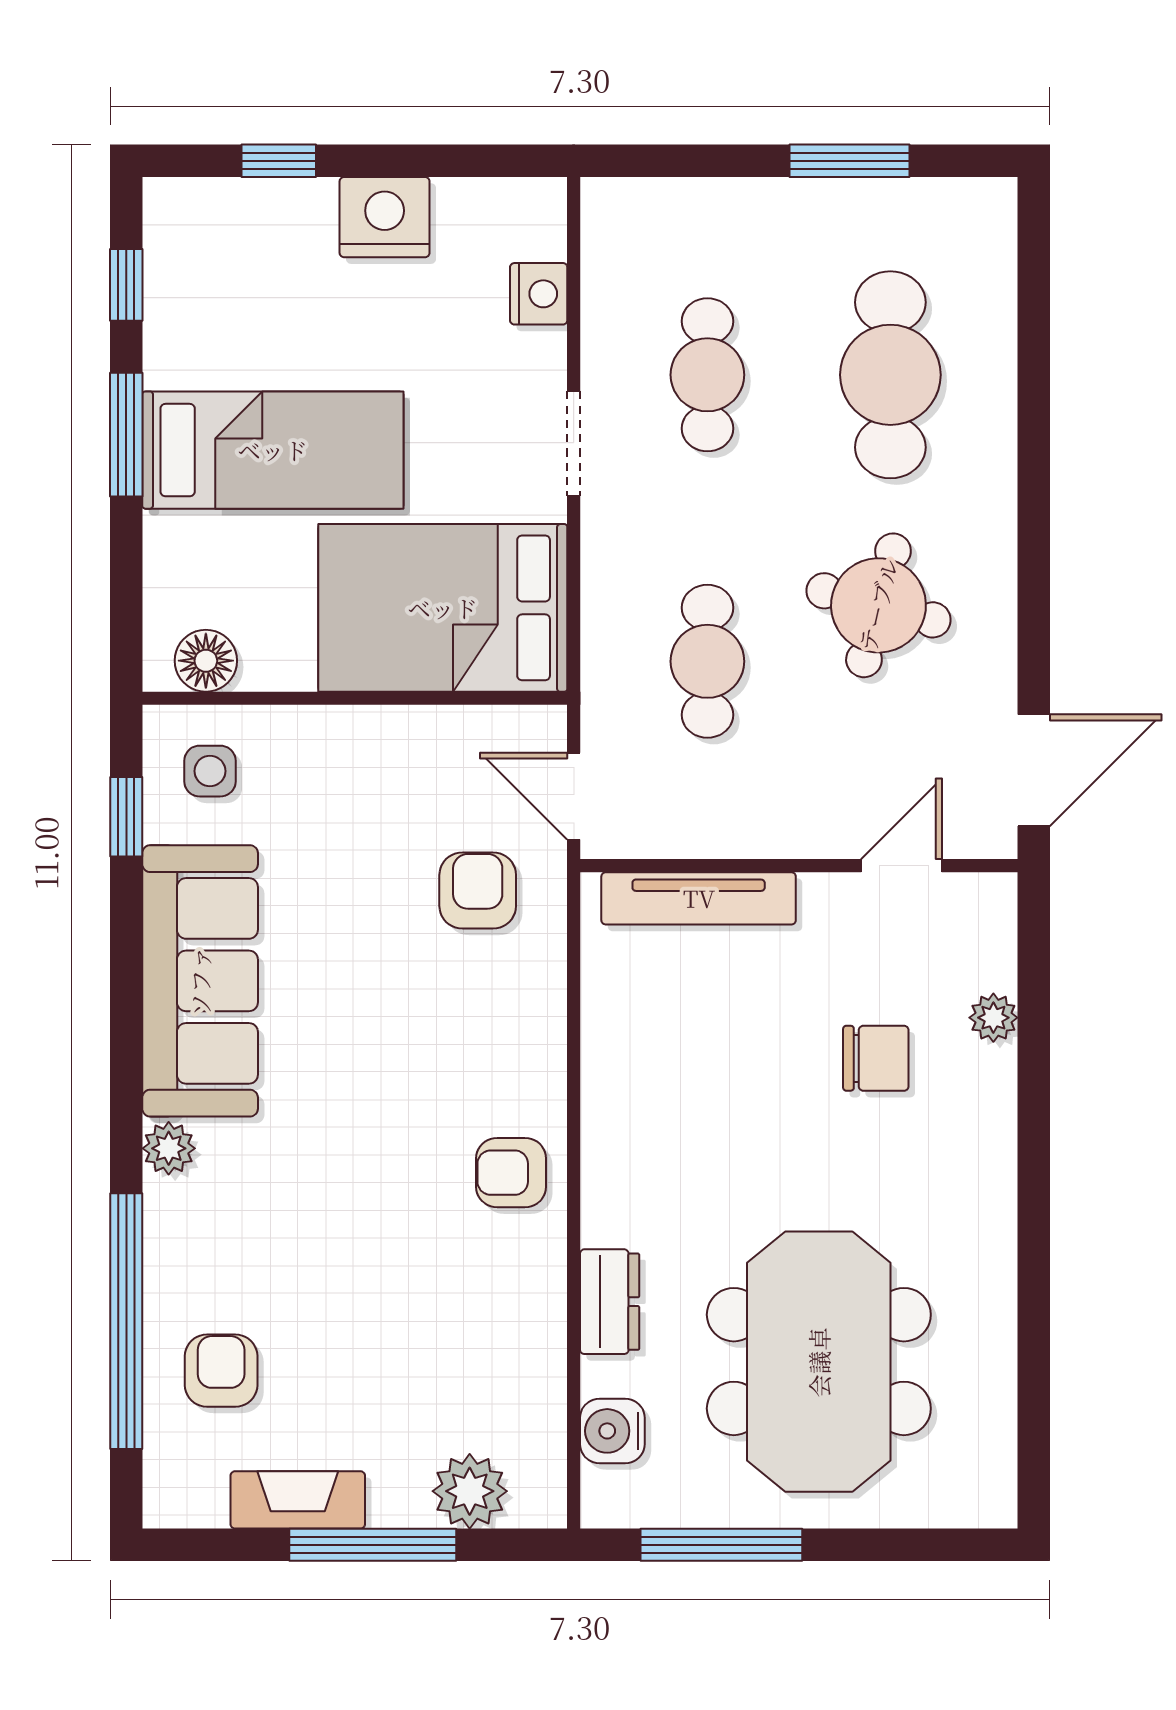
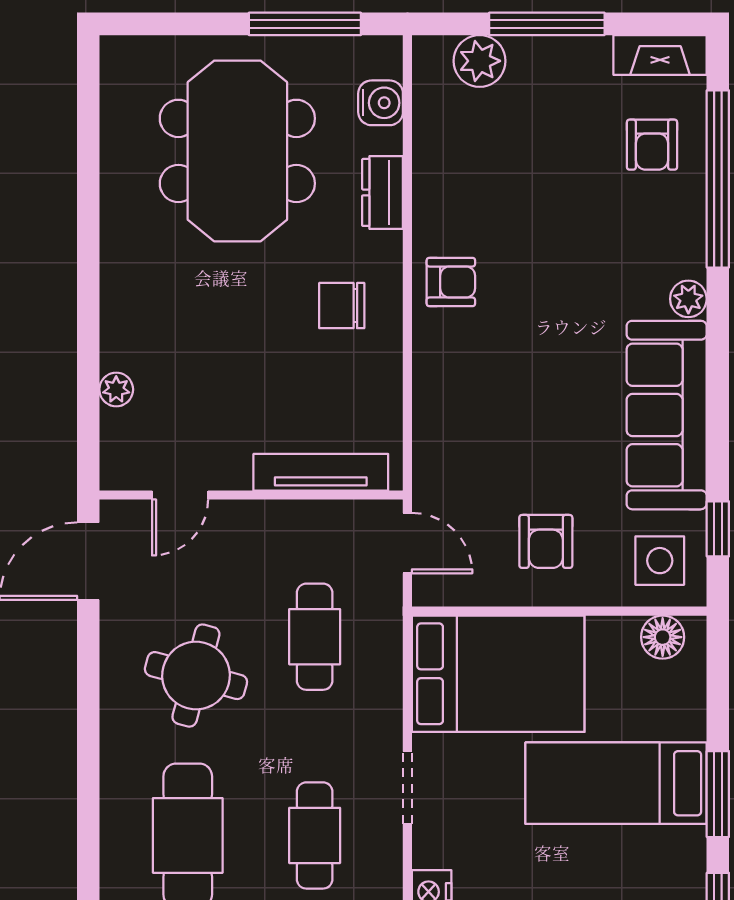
side table: (210, 771) -> (660, 561), width x1.37, depth x1.37
armchair: (478, 891) -> (546, 541), moved
chair: (876, 1058) -> (342, 306), moved
fireplace: (298, 1500) -> (660, 55), moved

